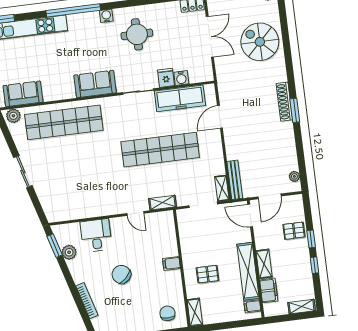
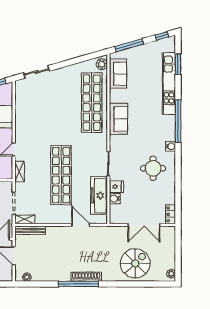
sofa: (95, 84) -> (119, 119), moved
window: (295, 110) -> (78, 284), width x2.11
sliding door: (23, 172) -> (37, 72), moved

